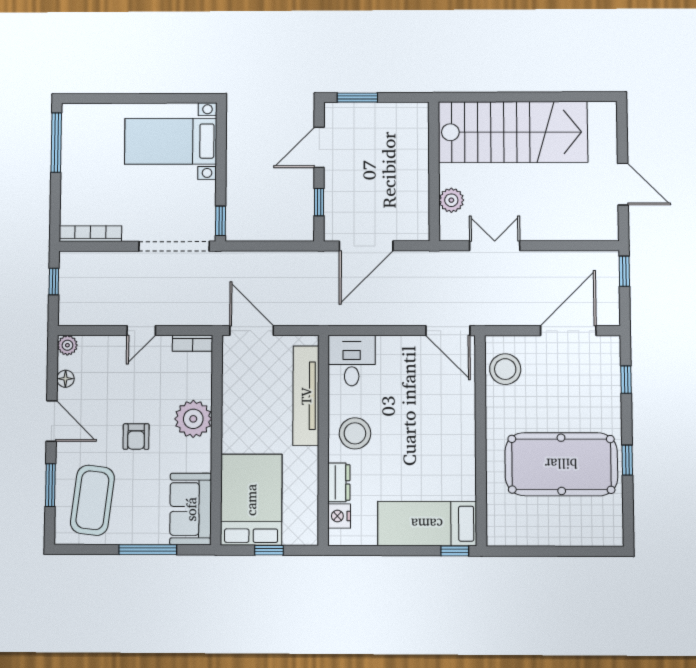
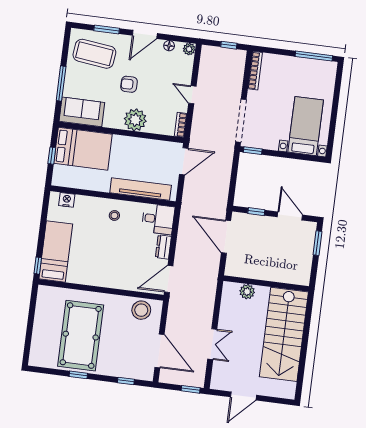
double door: (495, 246) -> (212, 344), moved
stool: (355, 433) -> (114, 215), width x0.53, depth x0.53
dresser: (339, 482) -> (163, 247), moved, turned 90

